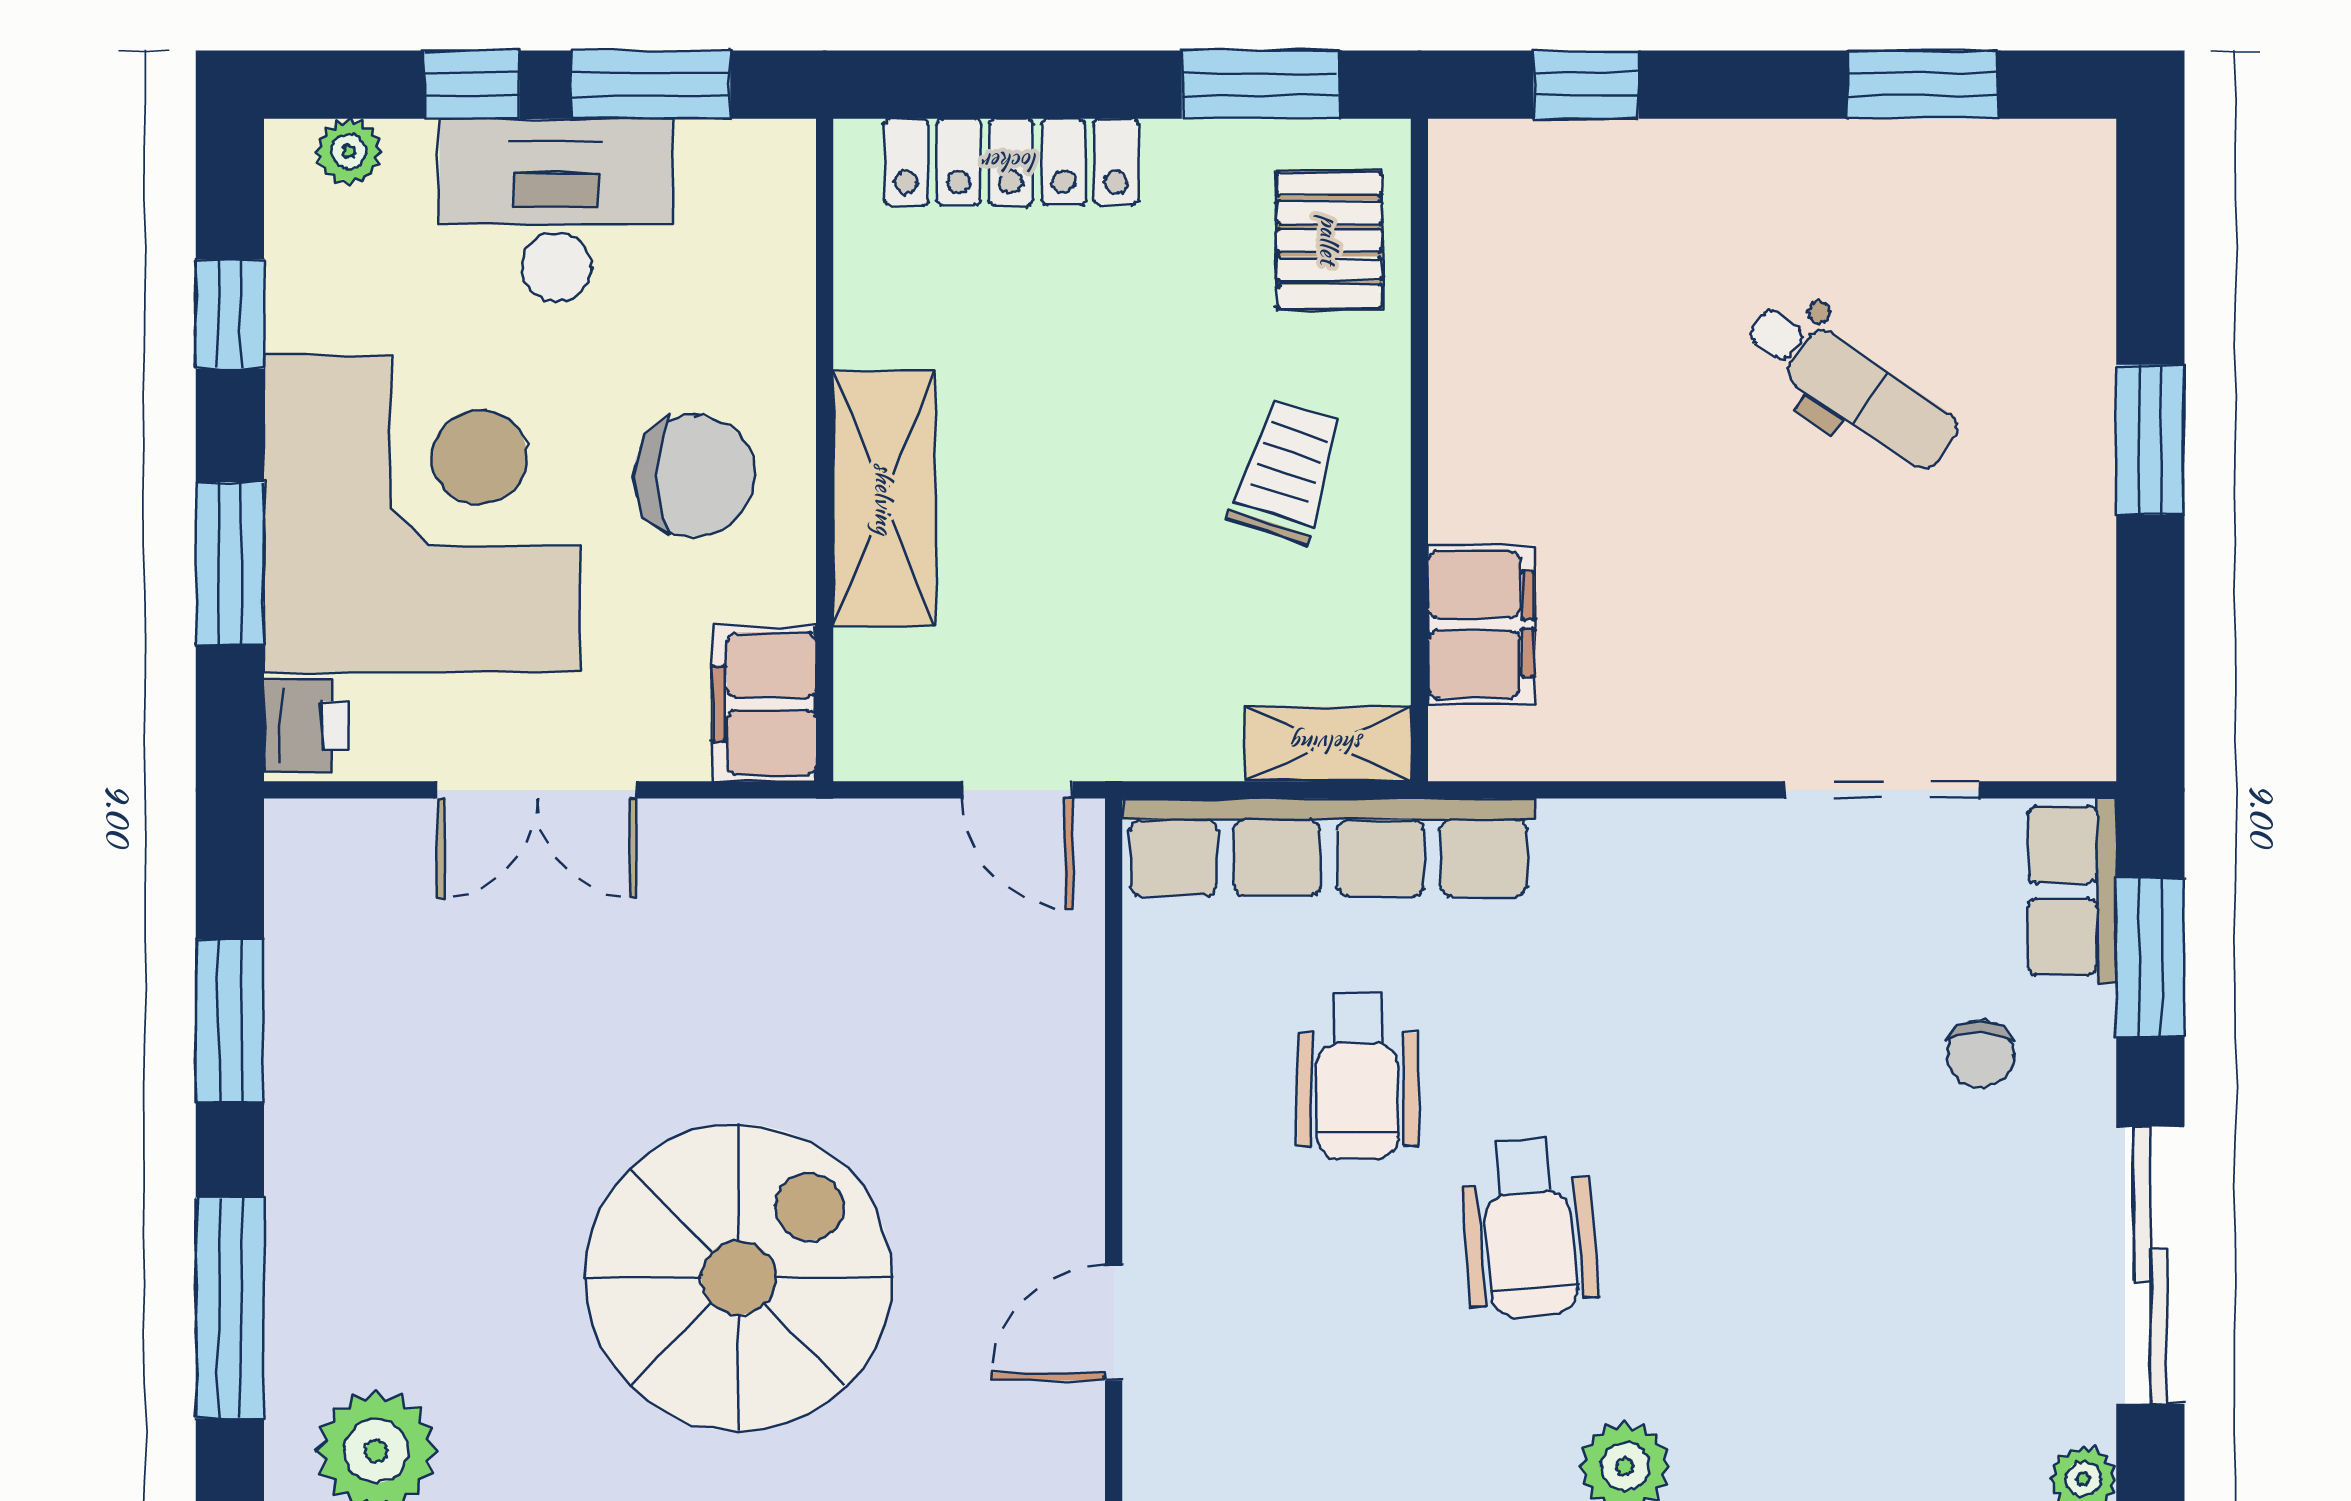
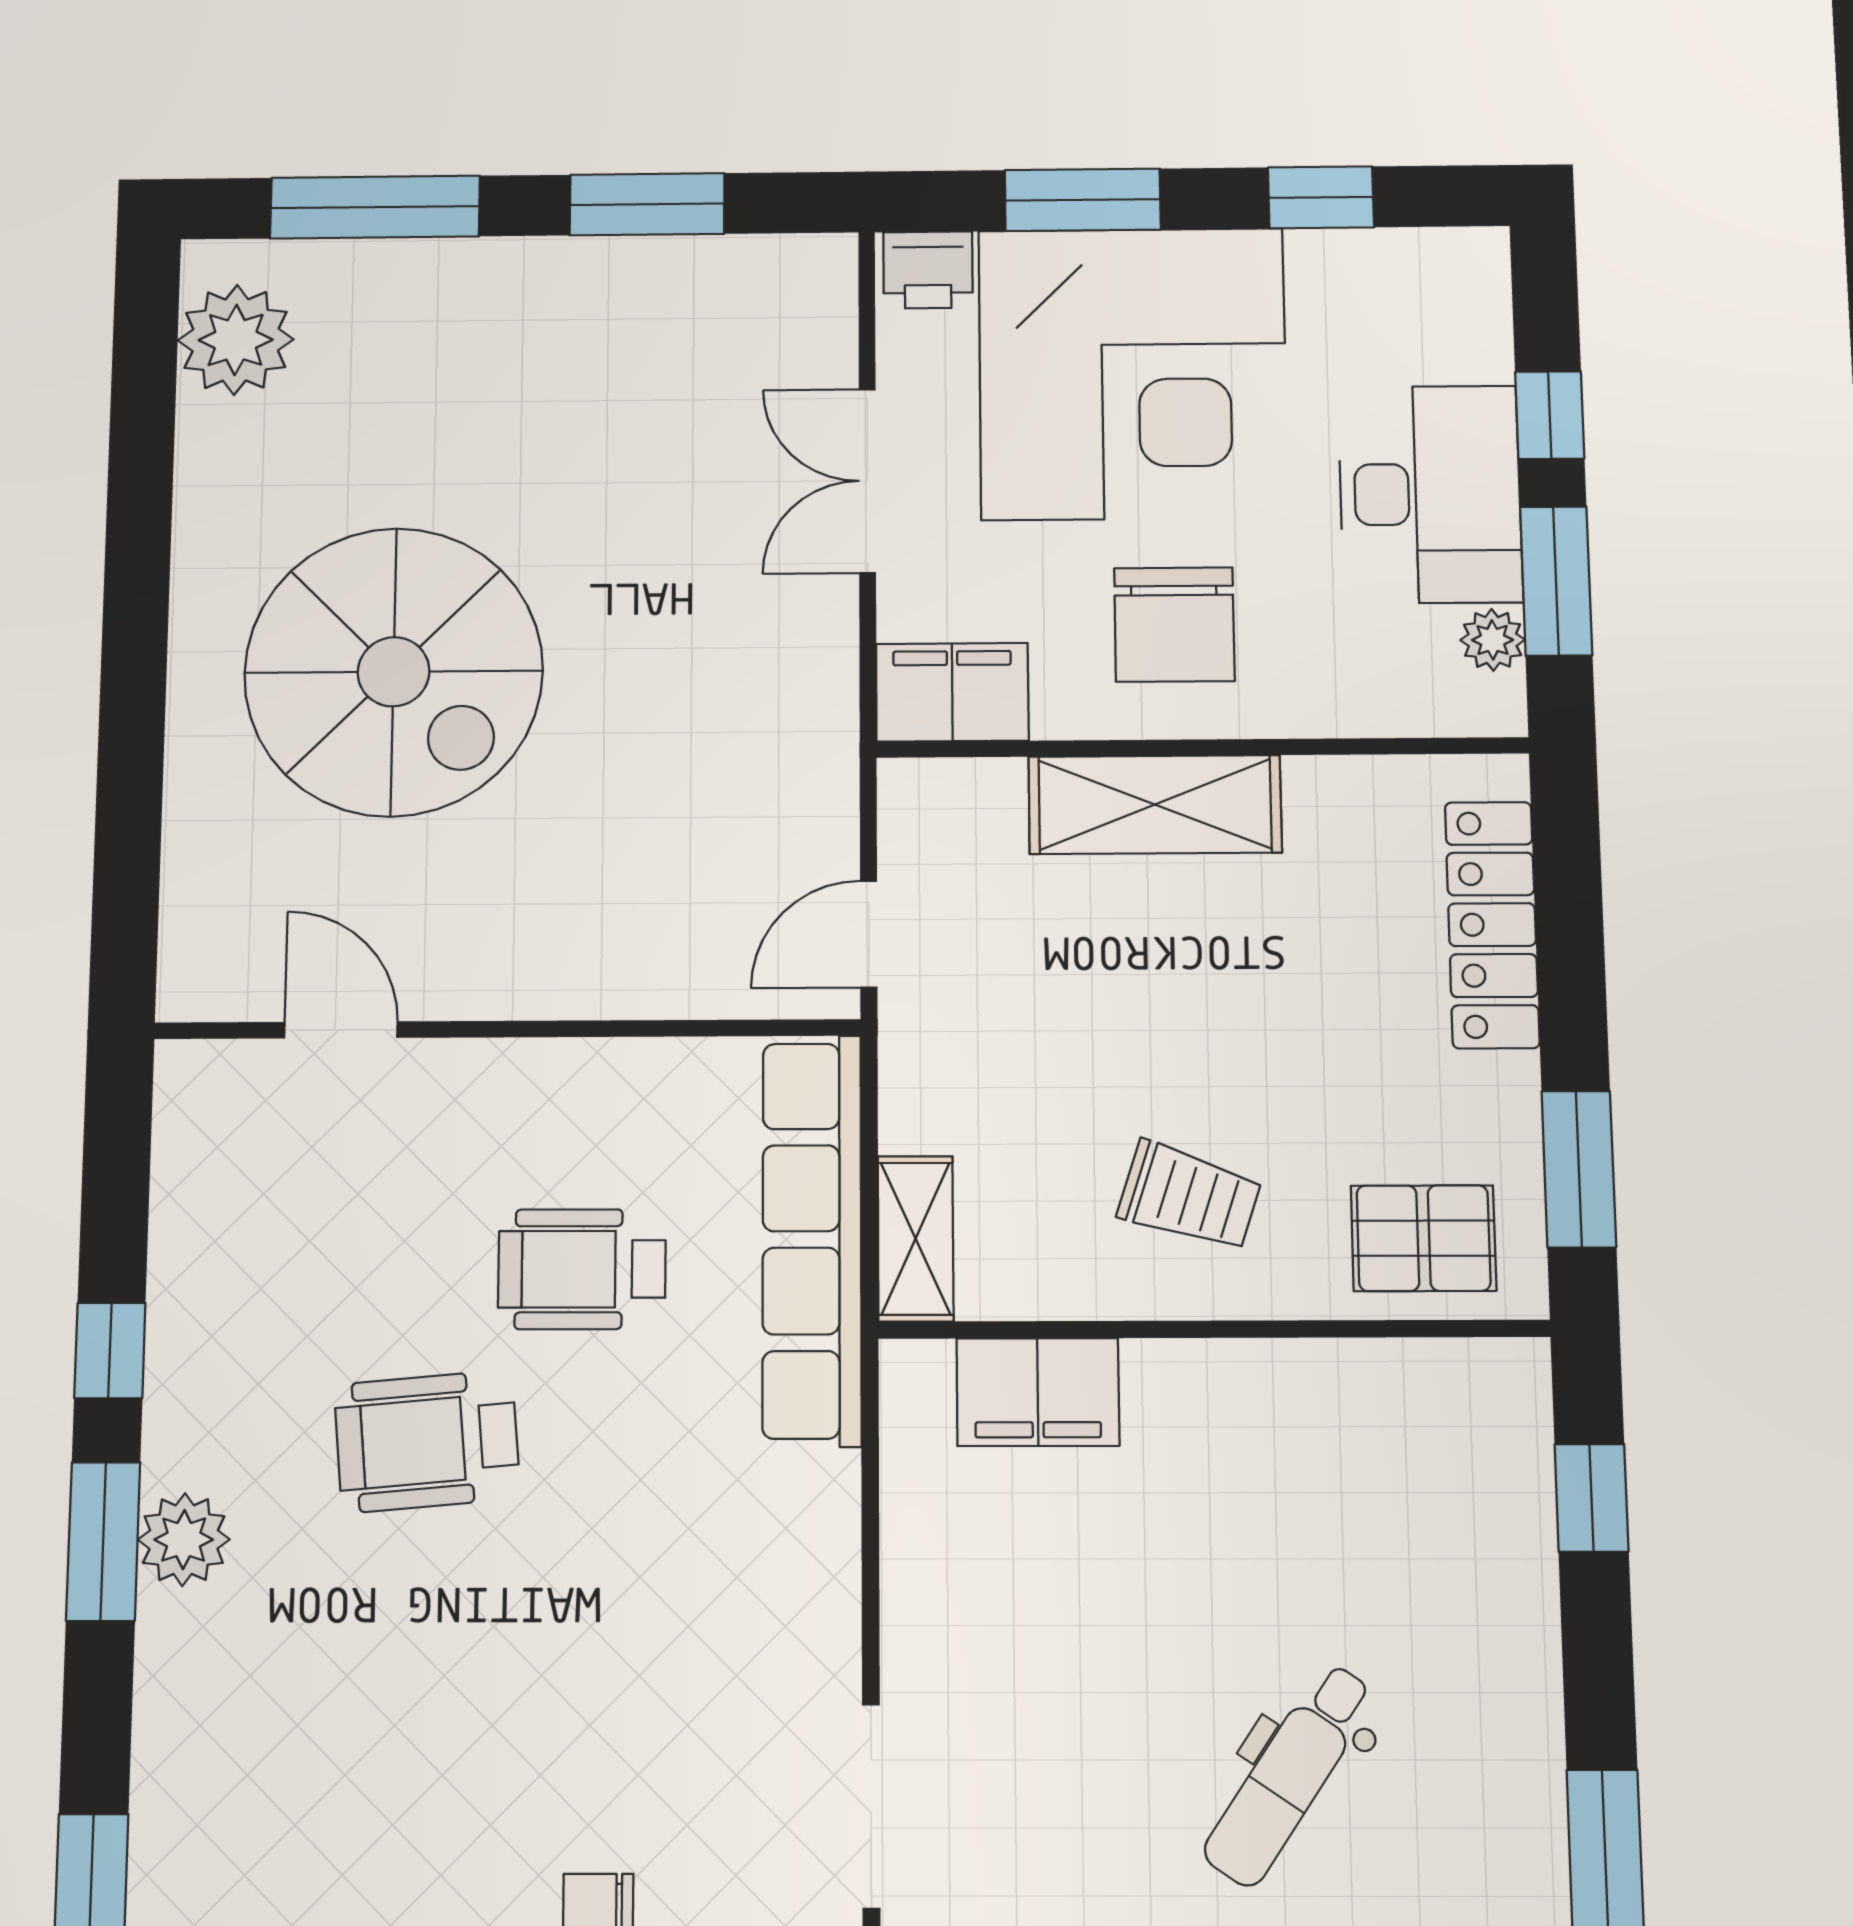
plant: (349, 151) -> (1493, 640), moved

